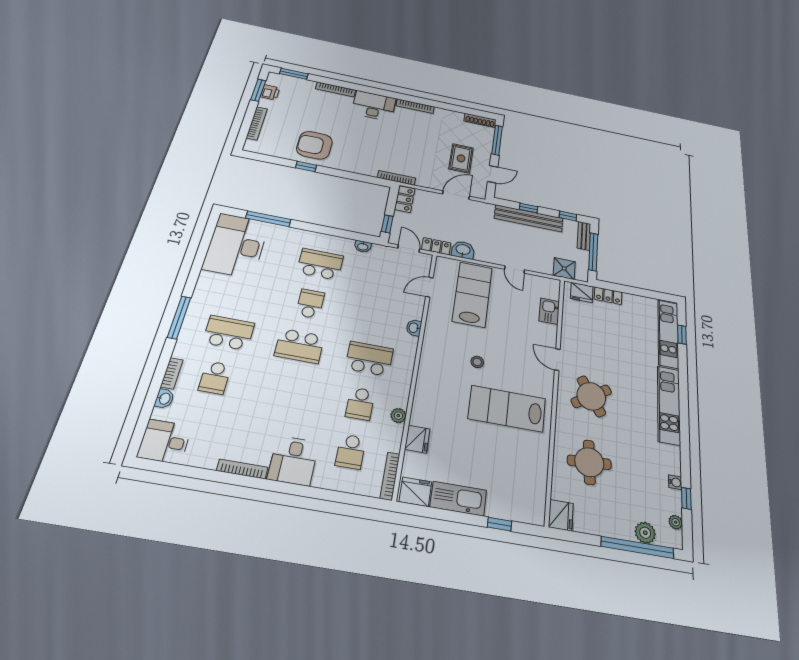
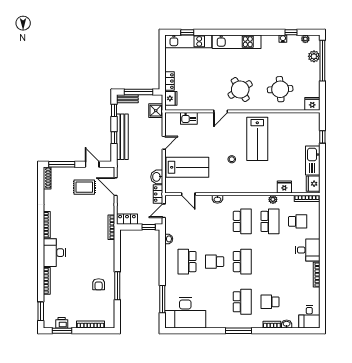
armchair: (314, 145) -> (99, 284), width x0.53, depth x0.53
window: (306, 167) -> (117, 286), width x2.17
lab bench: (472, 294) -> (187, 167), turned 180
school desk: (229, 333) -> (242, 302), turned 180
school desk: (369, 359) -> (242, 221), turned 180
school desk: (215, 378) -> (270, 302), turned 180
school desk: (360, 404) -> (270, 221), width x1.85

